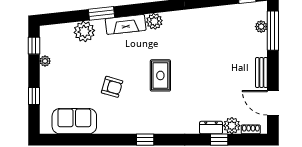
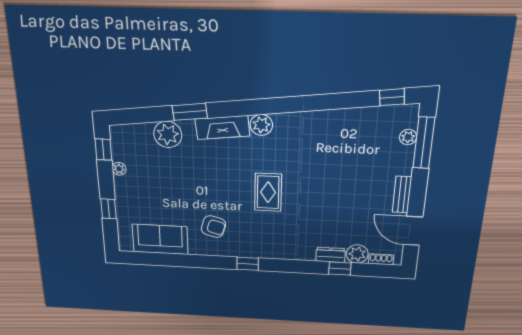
armchair: (112, 87) -> (213, 227), moved

